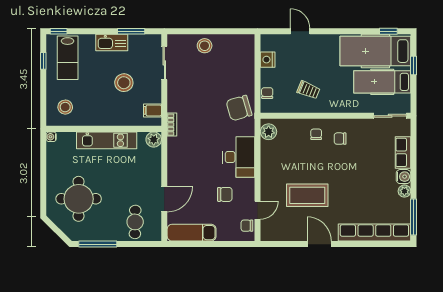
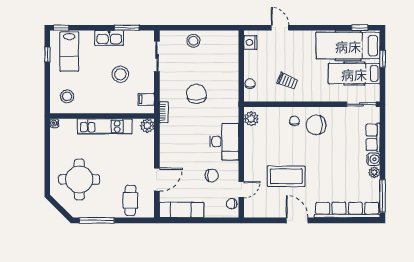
nightstand: (268, 60) -> (250, 42), moved
chair: (239, 108) -> (196, 94), moved, turned 104
chair: (340, 139) -> (316, 125), width x1.87, depth x1.87

